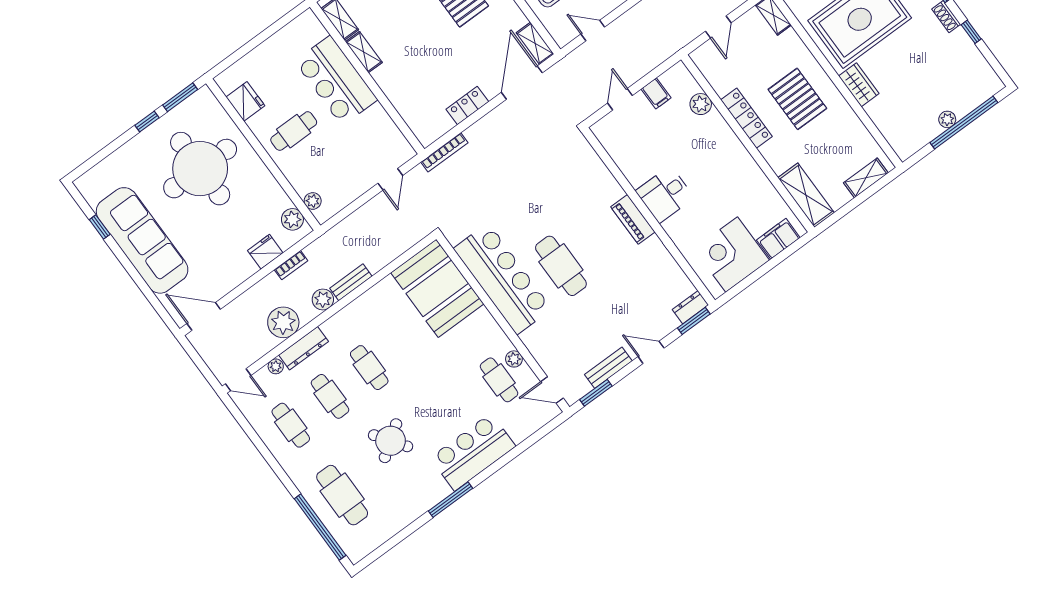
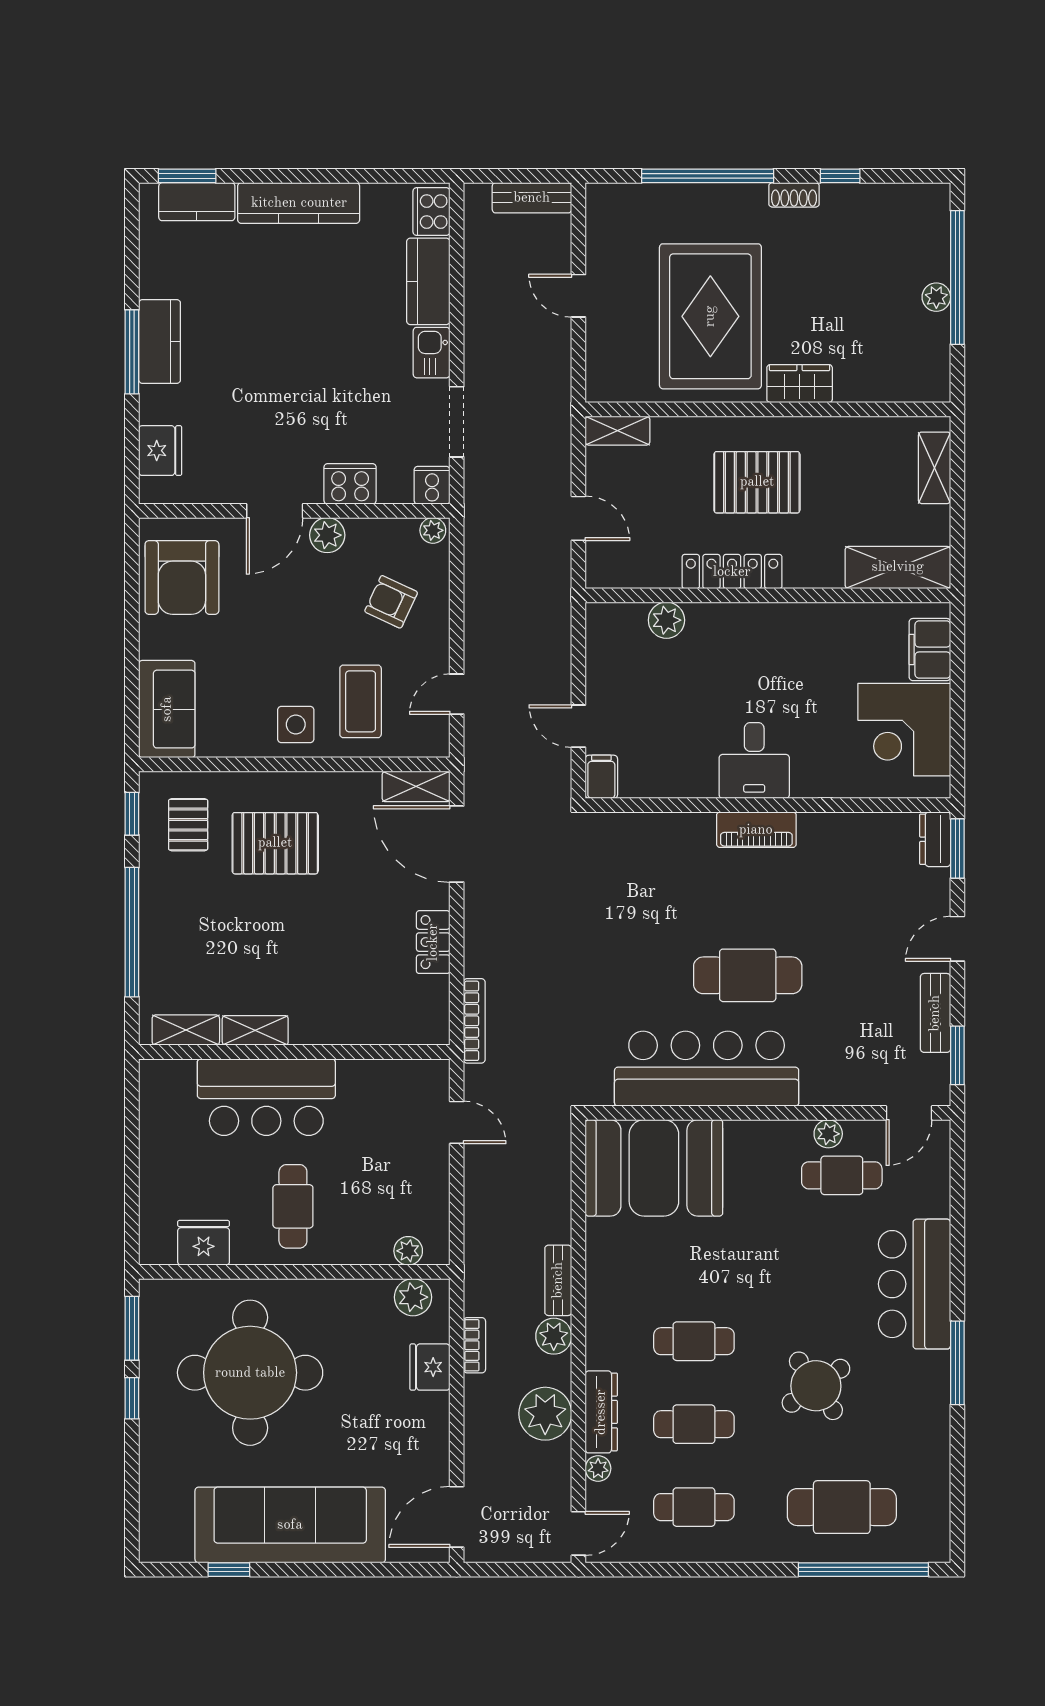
filing cabinet: (656, 93) -> (601, 777), moved, turned -90

